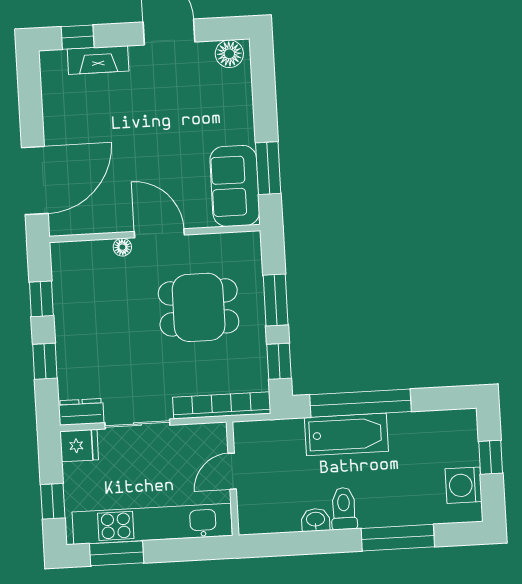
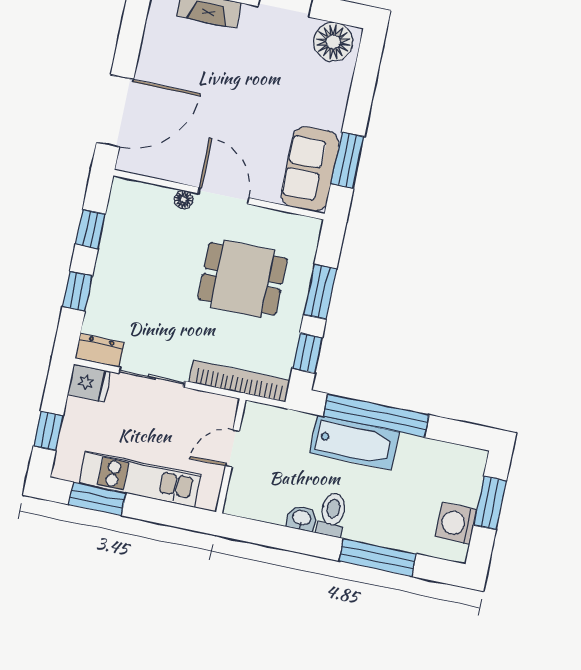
floor lamp: (229, 54) -> (333, 42), width x1.38, depth x1.38
window: (491, 457) -> (490, 503), width x1.50
kitchen unit: (152, 524) -> (140, 479), width x0.73

